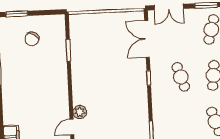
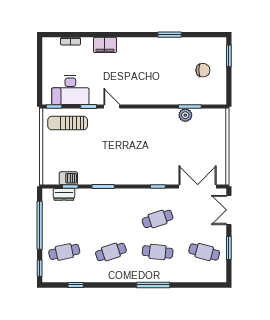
chair: (32, 39) -> (203, 70), turned 148
plant: (80, 112) -> (185, 115), moved

